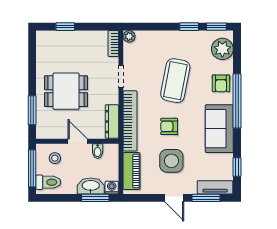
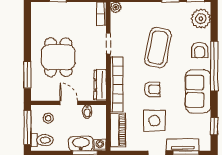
dining table: (66, 91) -> (58, 57), turned 90
armchair: (169, 126) -> (152, 89), turned 180
tv unit: (215, 187) -> (183, 145), moved

